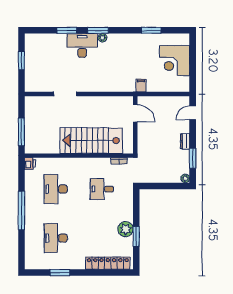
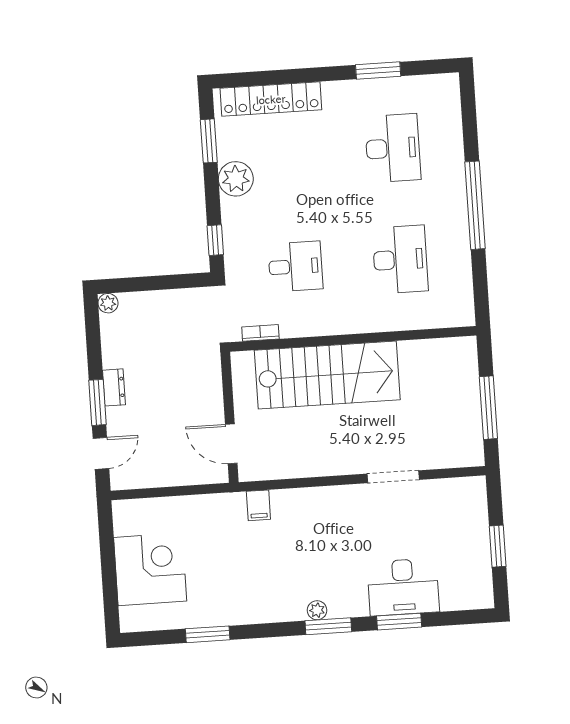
desk: (82, 45) -> (403, 587), moved
filing cabinet: (141, 85) -> (258, 505), moved
window: (21, 132) -> (488, 408), moved
window: (193, 158) -> (98, 402), moved
printer: (30, 164) -> (463, 313), removed
window: (136, 203) -> (215, 240), added
window: (136, 236) -> (209, 141), moved

